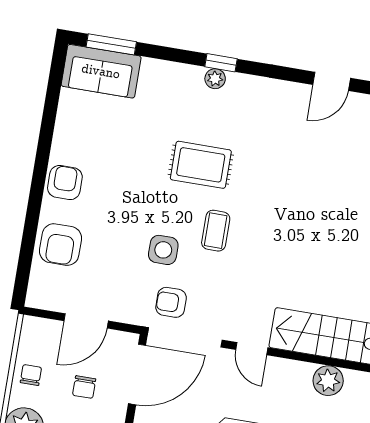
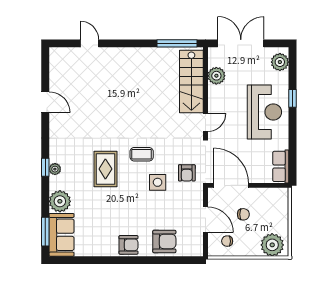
plant: (159, 78) -> (60, 201), added
armchair: (65, 183) -> (128, 245), turned 180
chair: (31, 375) -> (227, 241), moved

